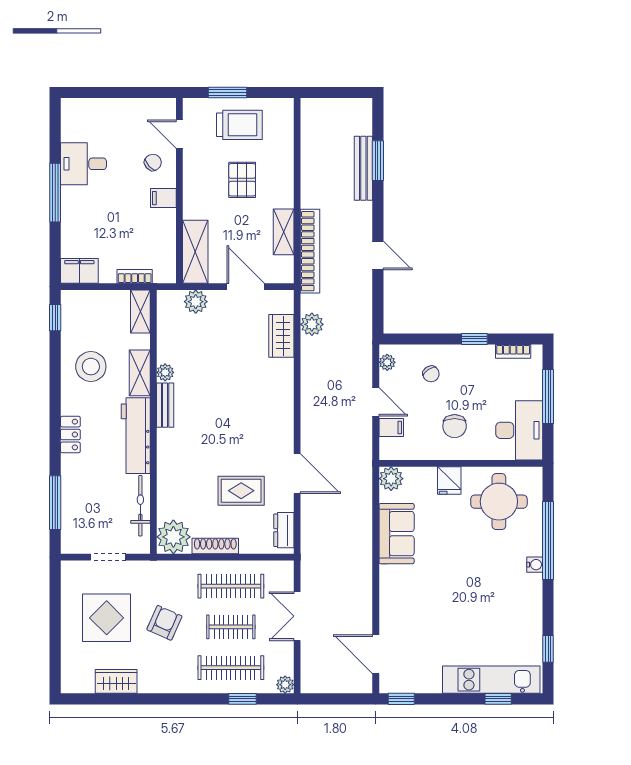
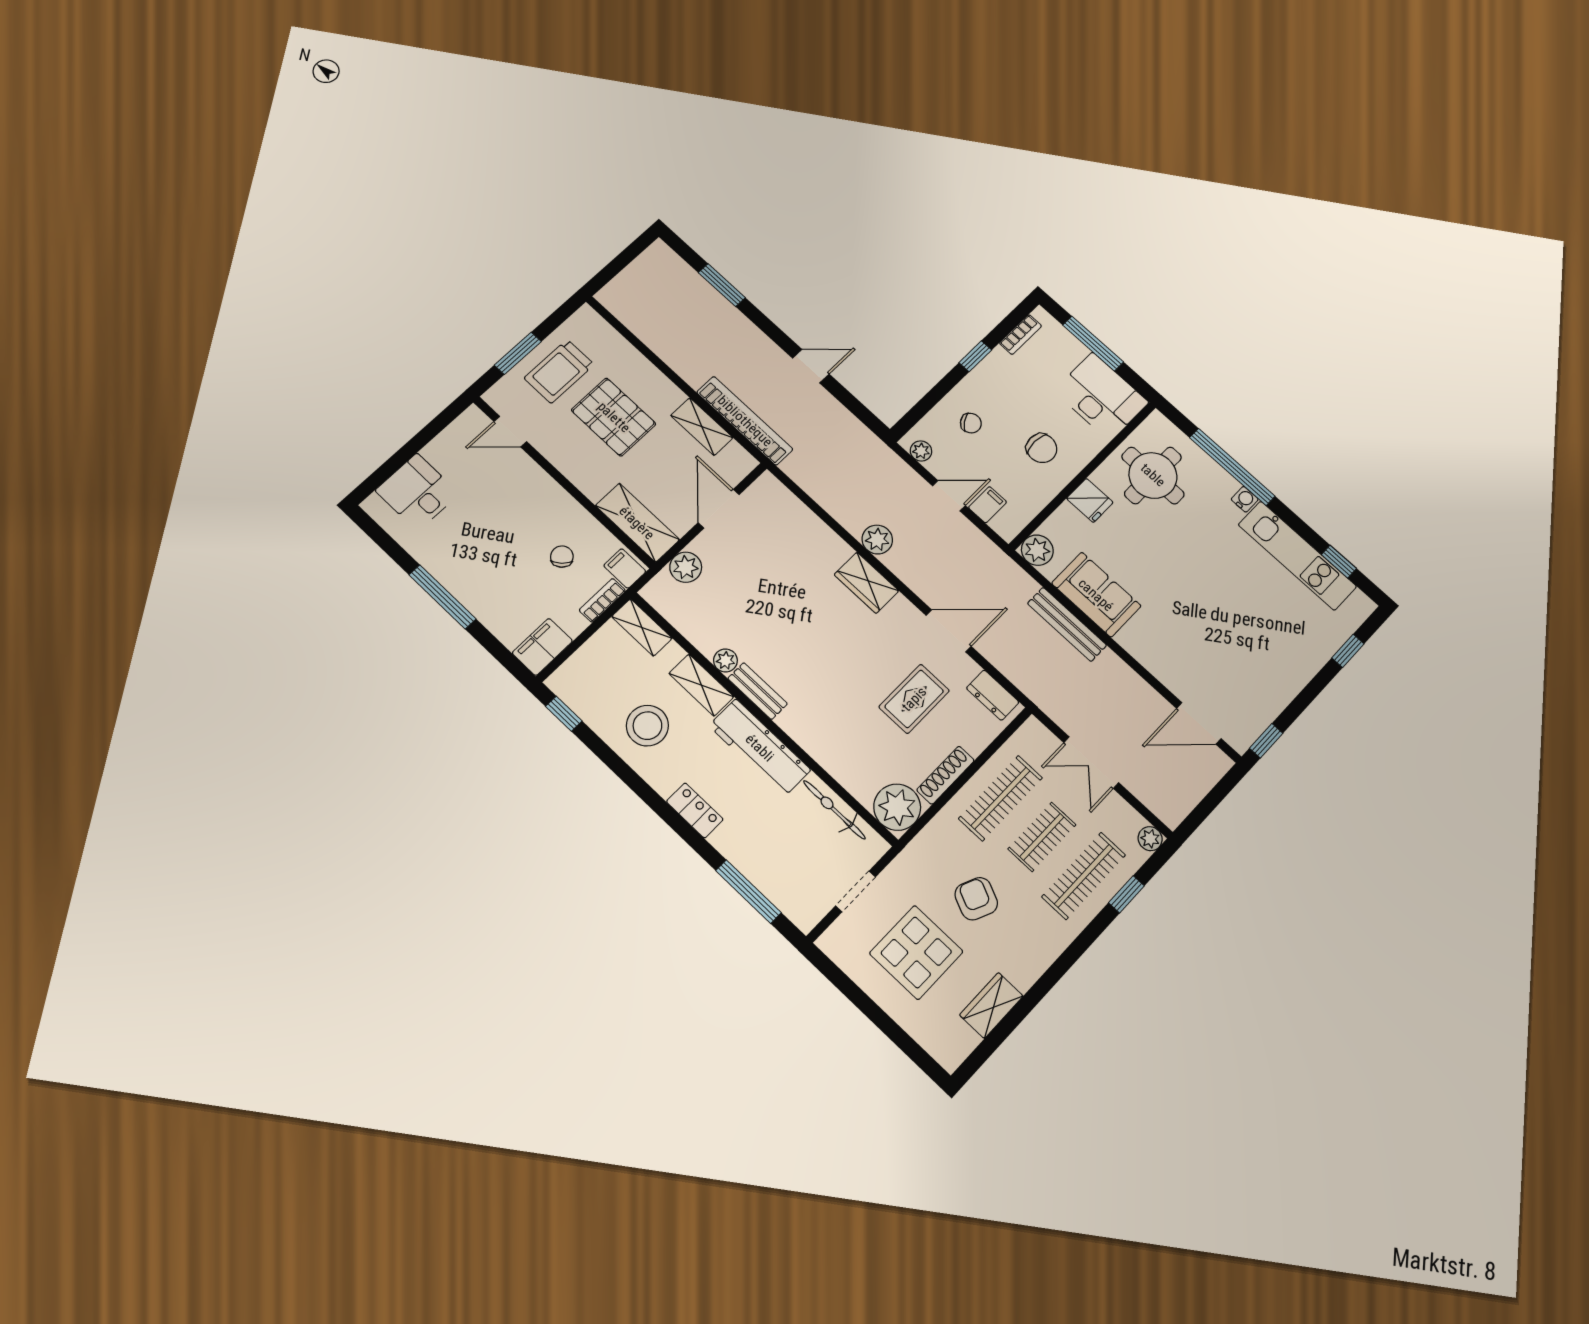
trolley: (239, 125) -> (559, 371), turned 180
chair: (153, 162) -> (562, 557), moved
desk: (83, 164) -> (417, 492), moved, turned 90
bench: (363, 168) -> (1067, 624), moved
pallet: (242, 180) -> (614, 417), width x1.50, depth x1.42
filing cabinet: (163, 198) -> (625, 568), moved, turned 90
door: (246, 287) -> (719, 509), hinge flipped
plant: (312, 324) -> (877, 540), moved
wardrobe: (281, 336) -> (866, 583), moved
kitchen unit: (491, 680) -> (1297, 556), moved, turned -90

